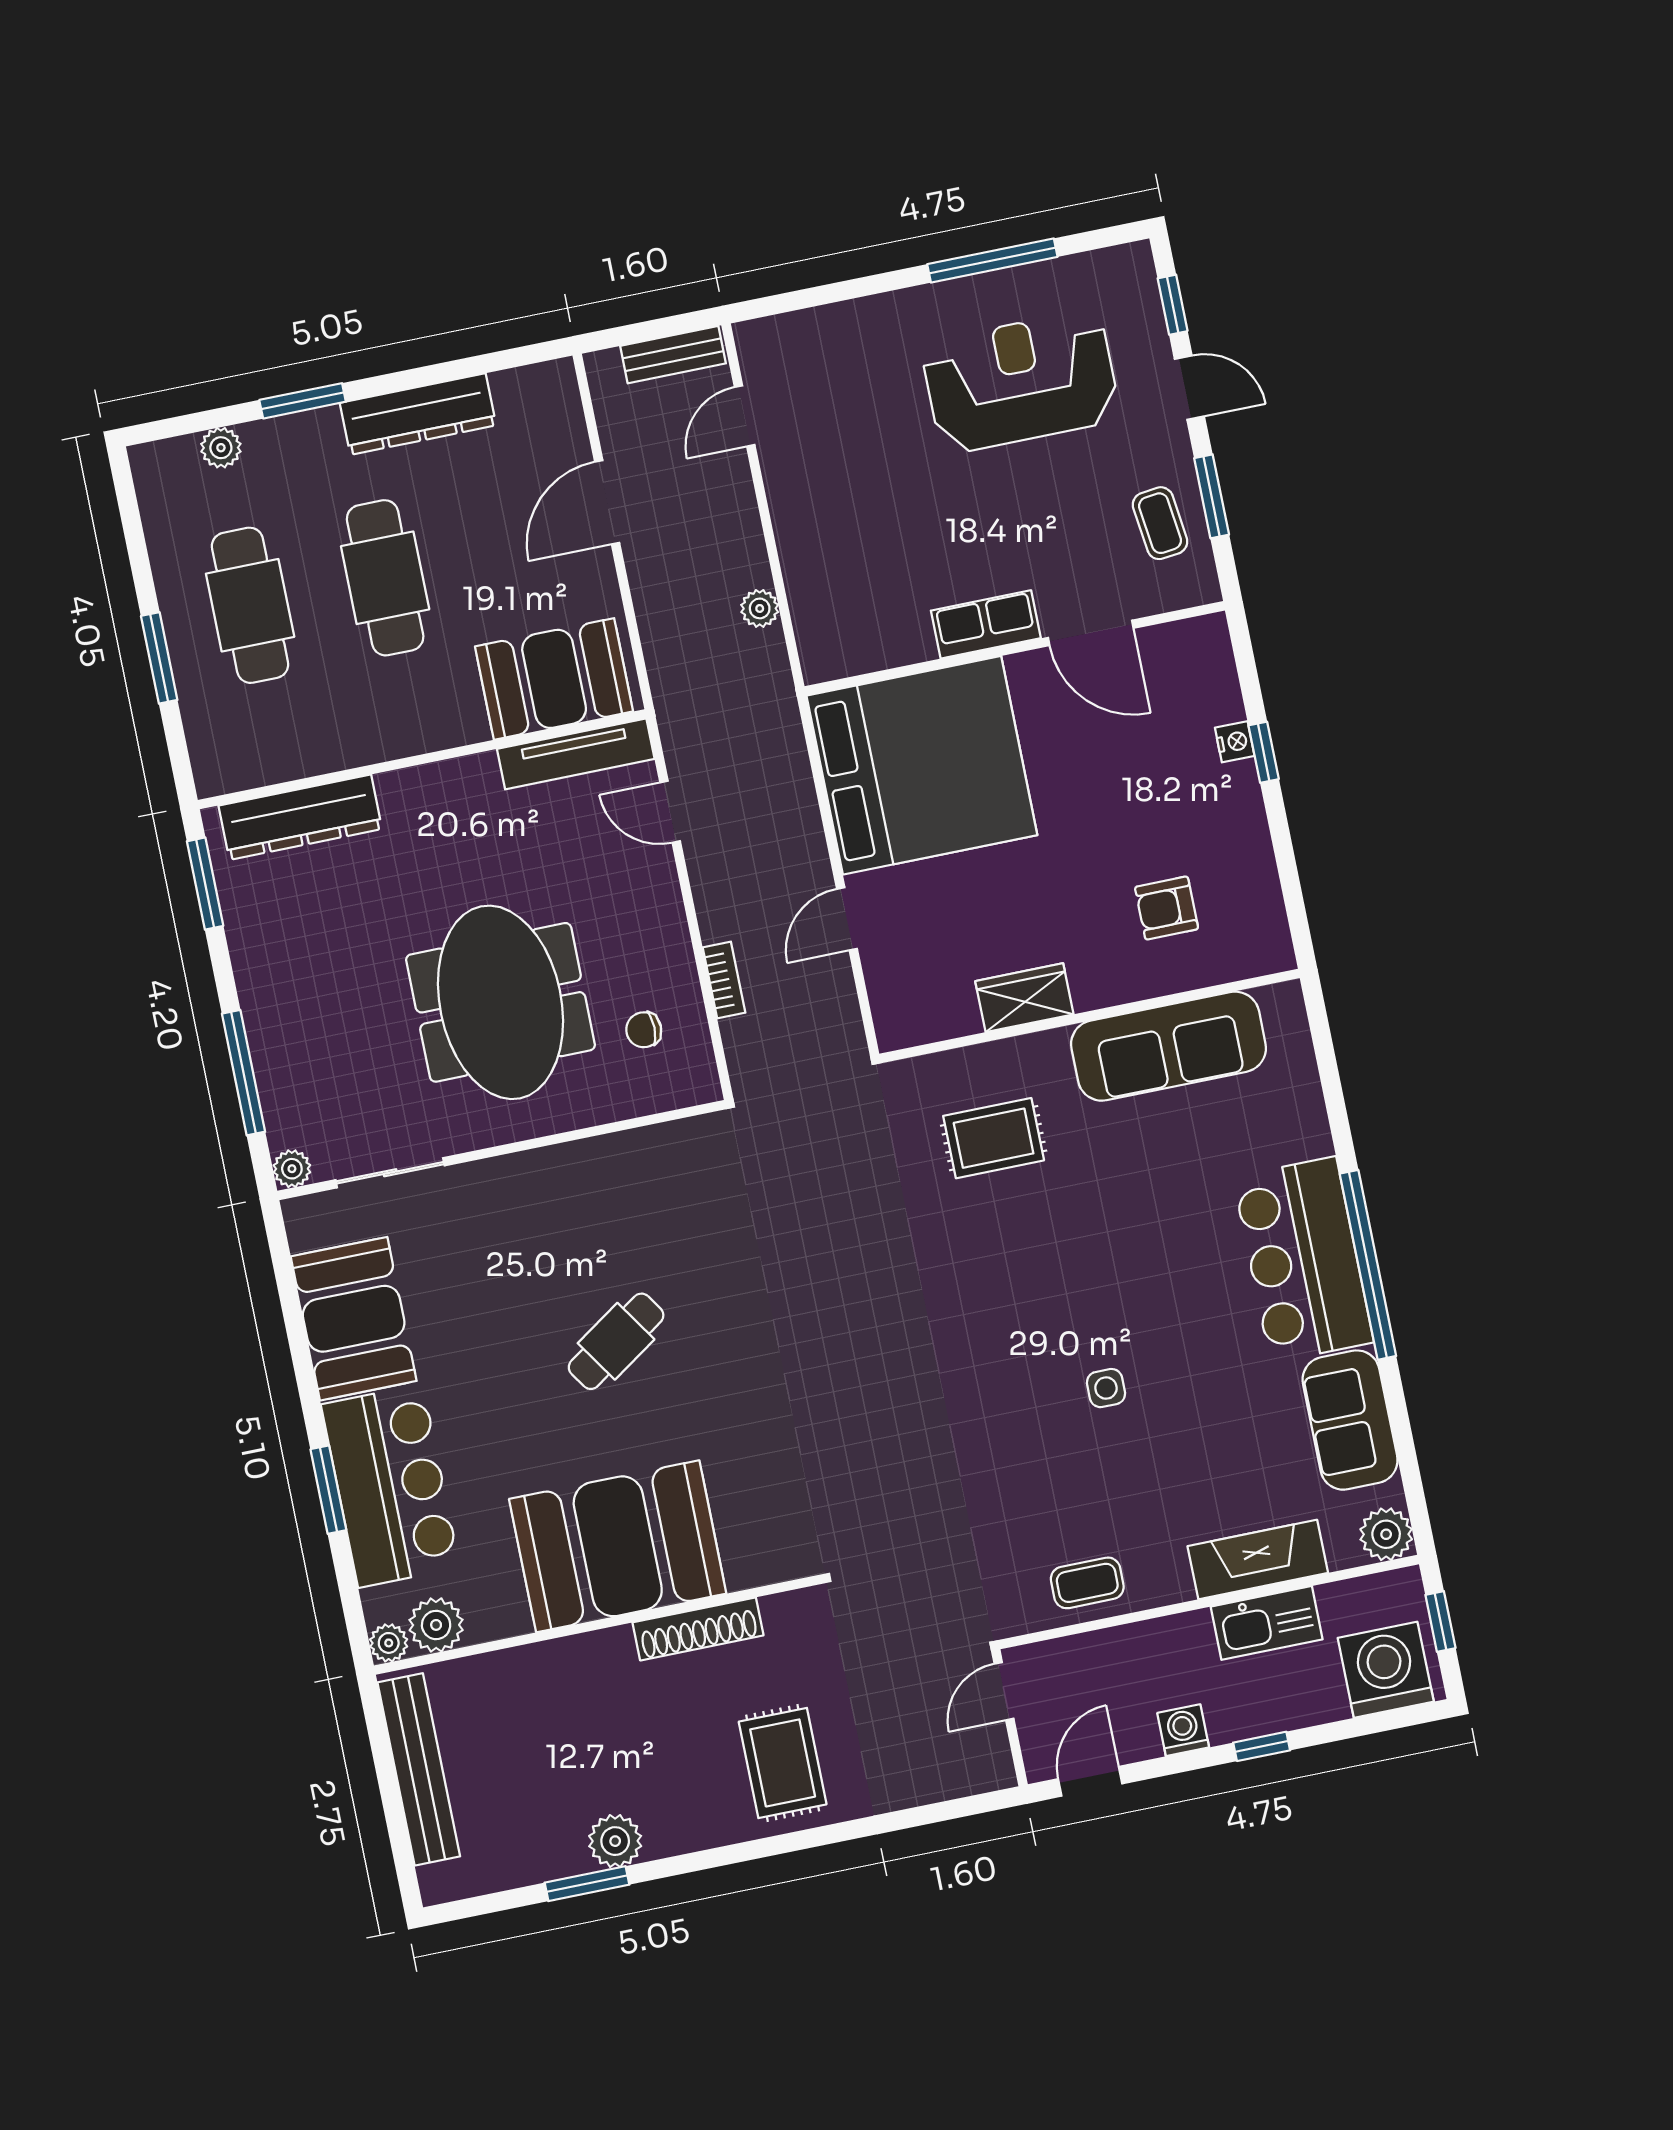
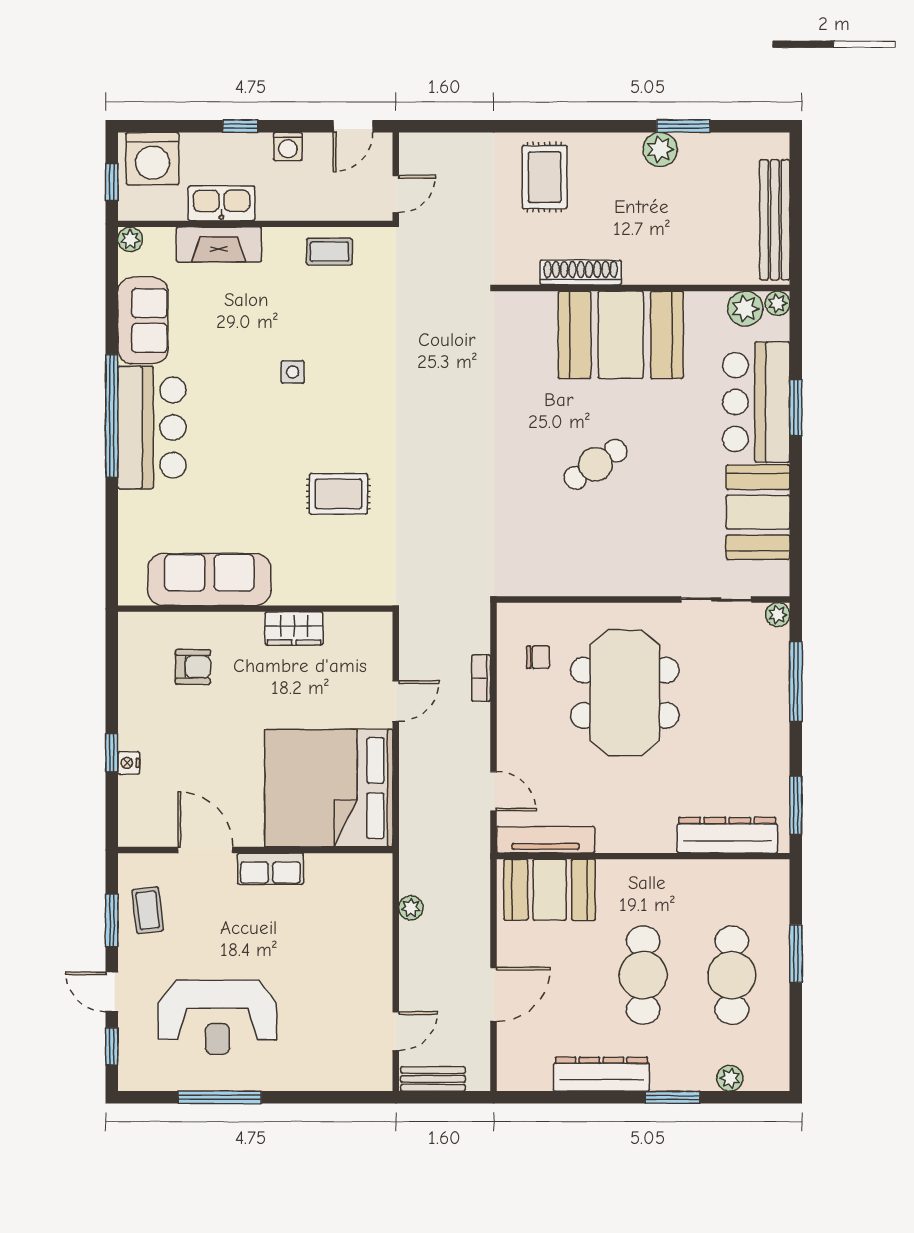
rug: (994, 1138) -> (338, 494), moved
plant: (1386, 1534) -> (130, 239), width x0.73, depth x0.73

